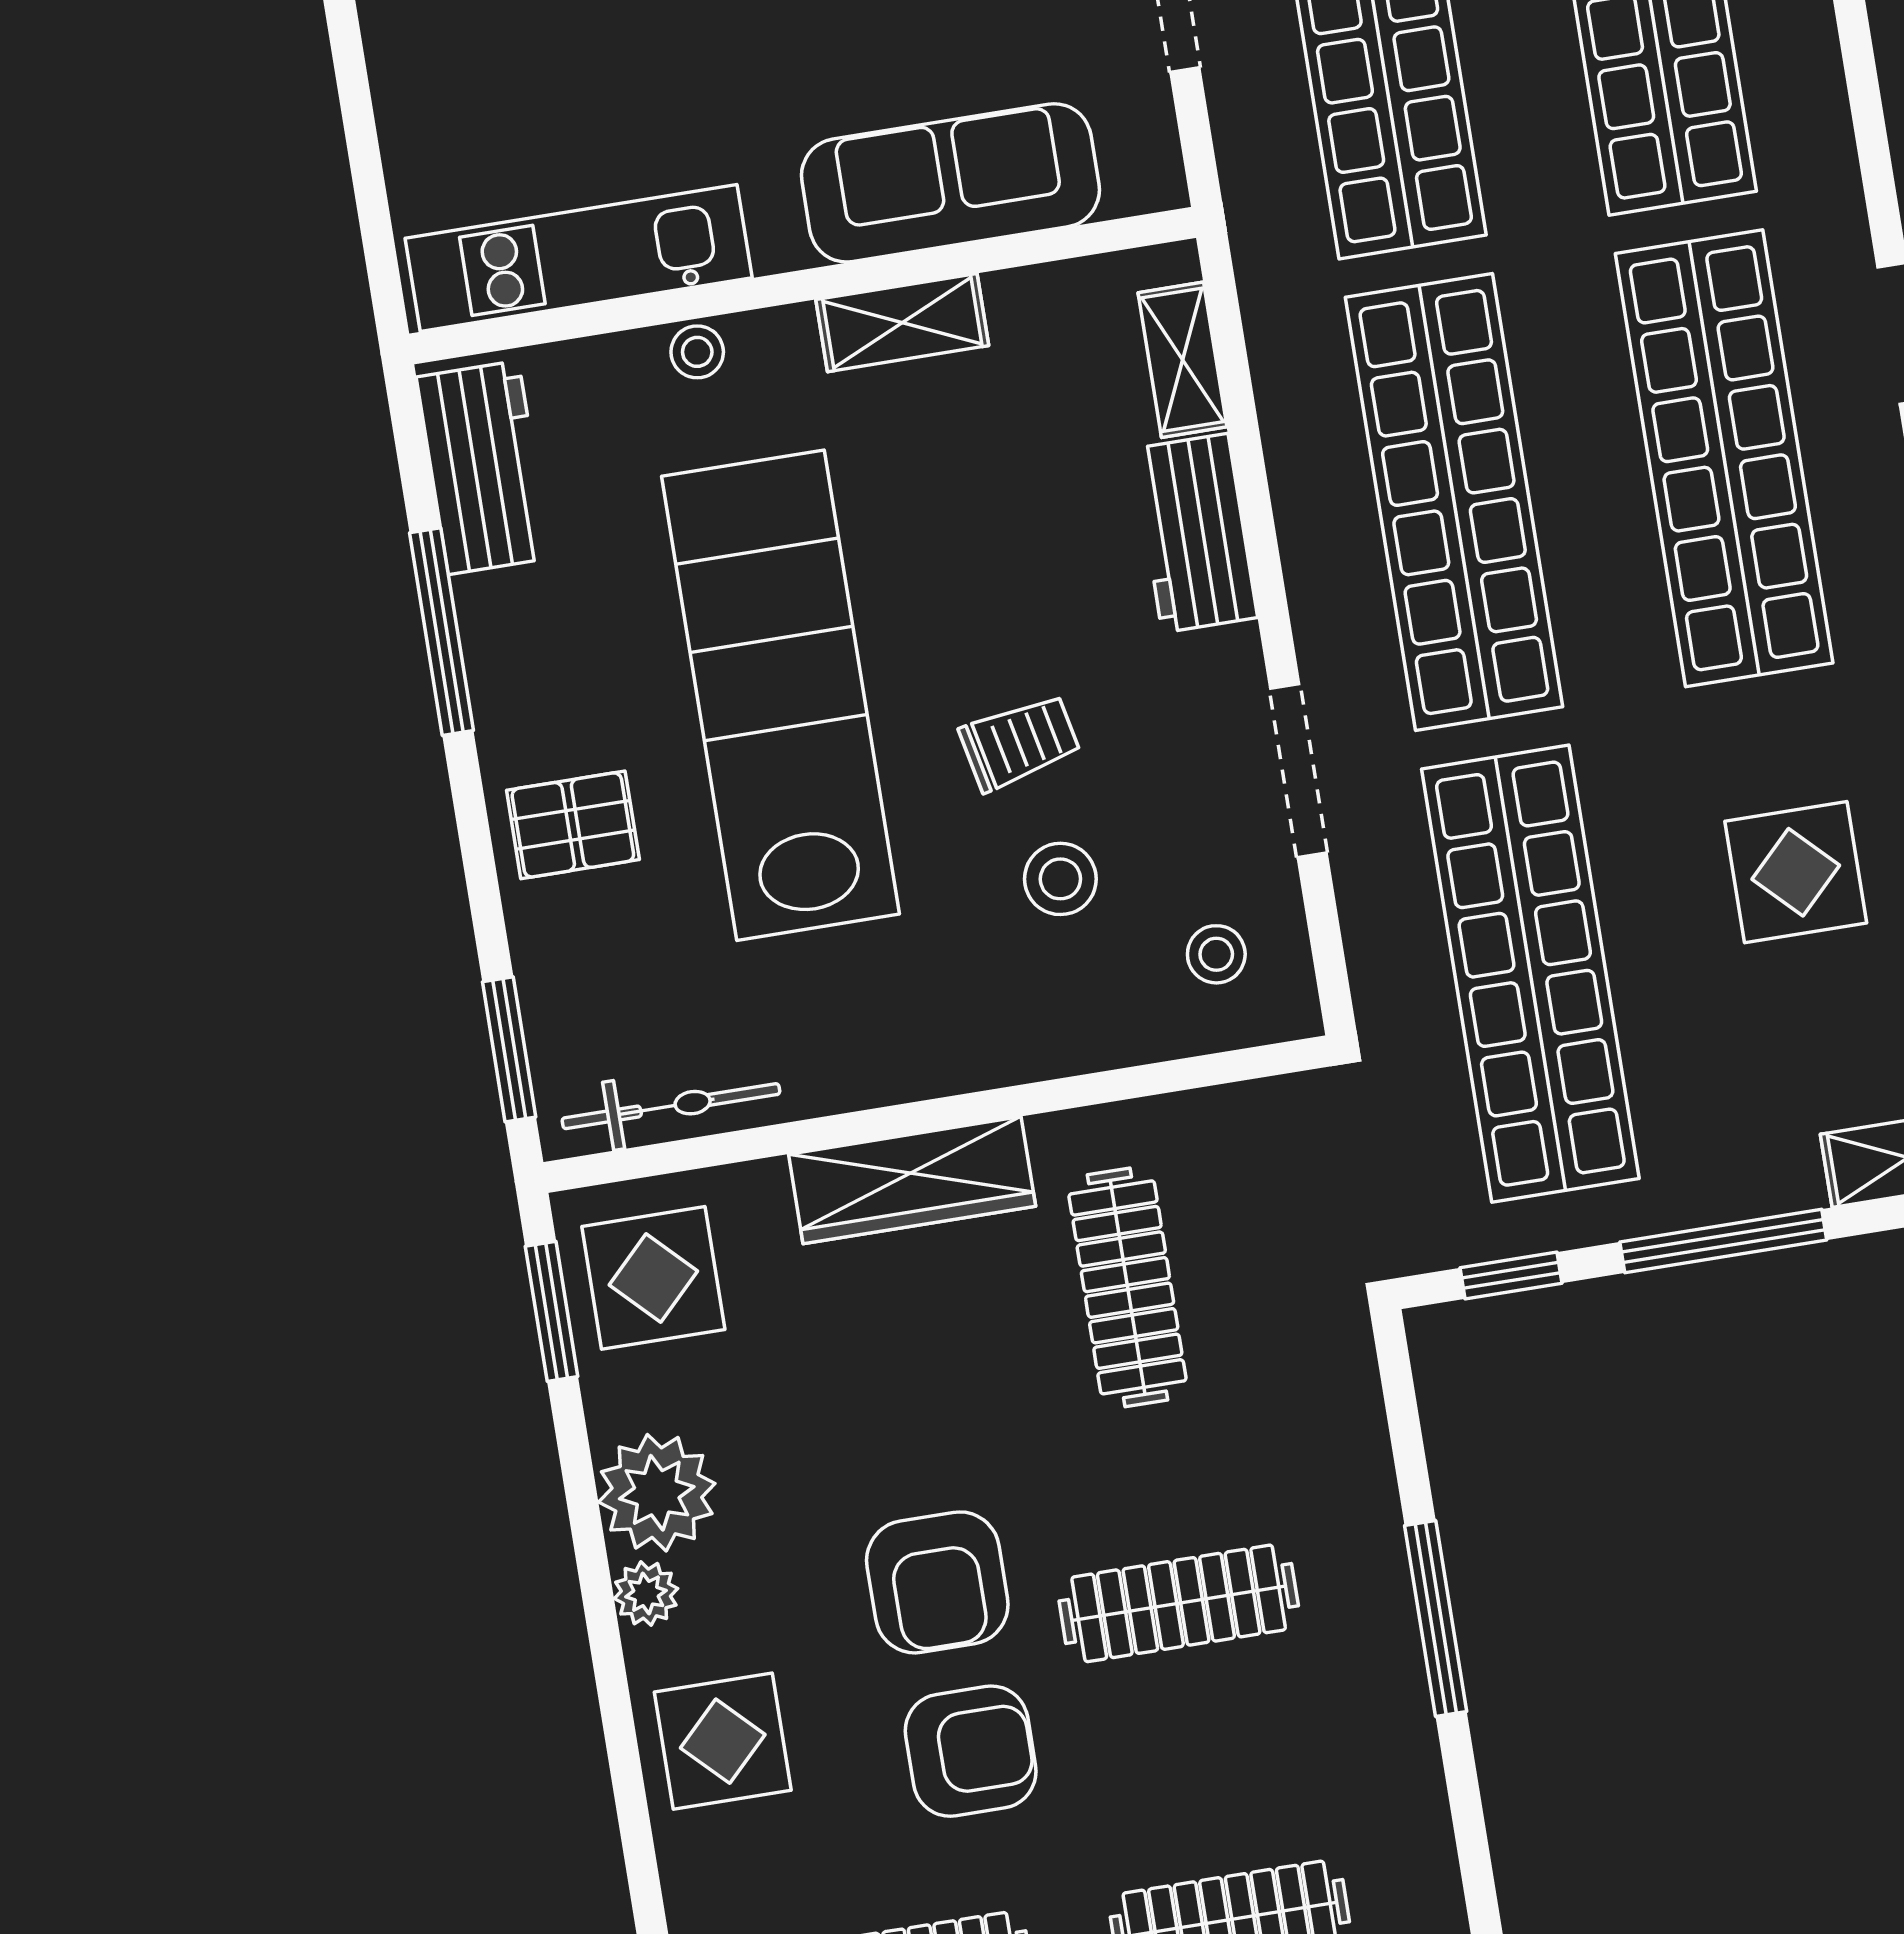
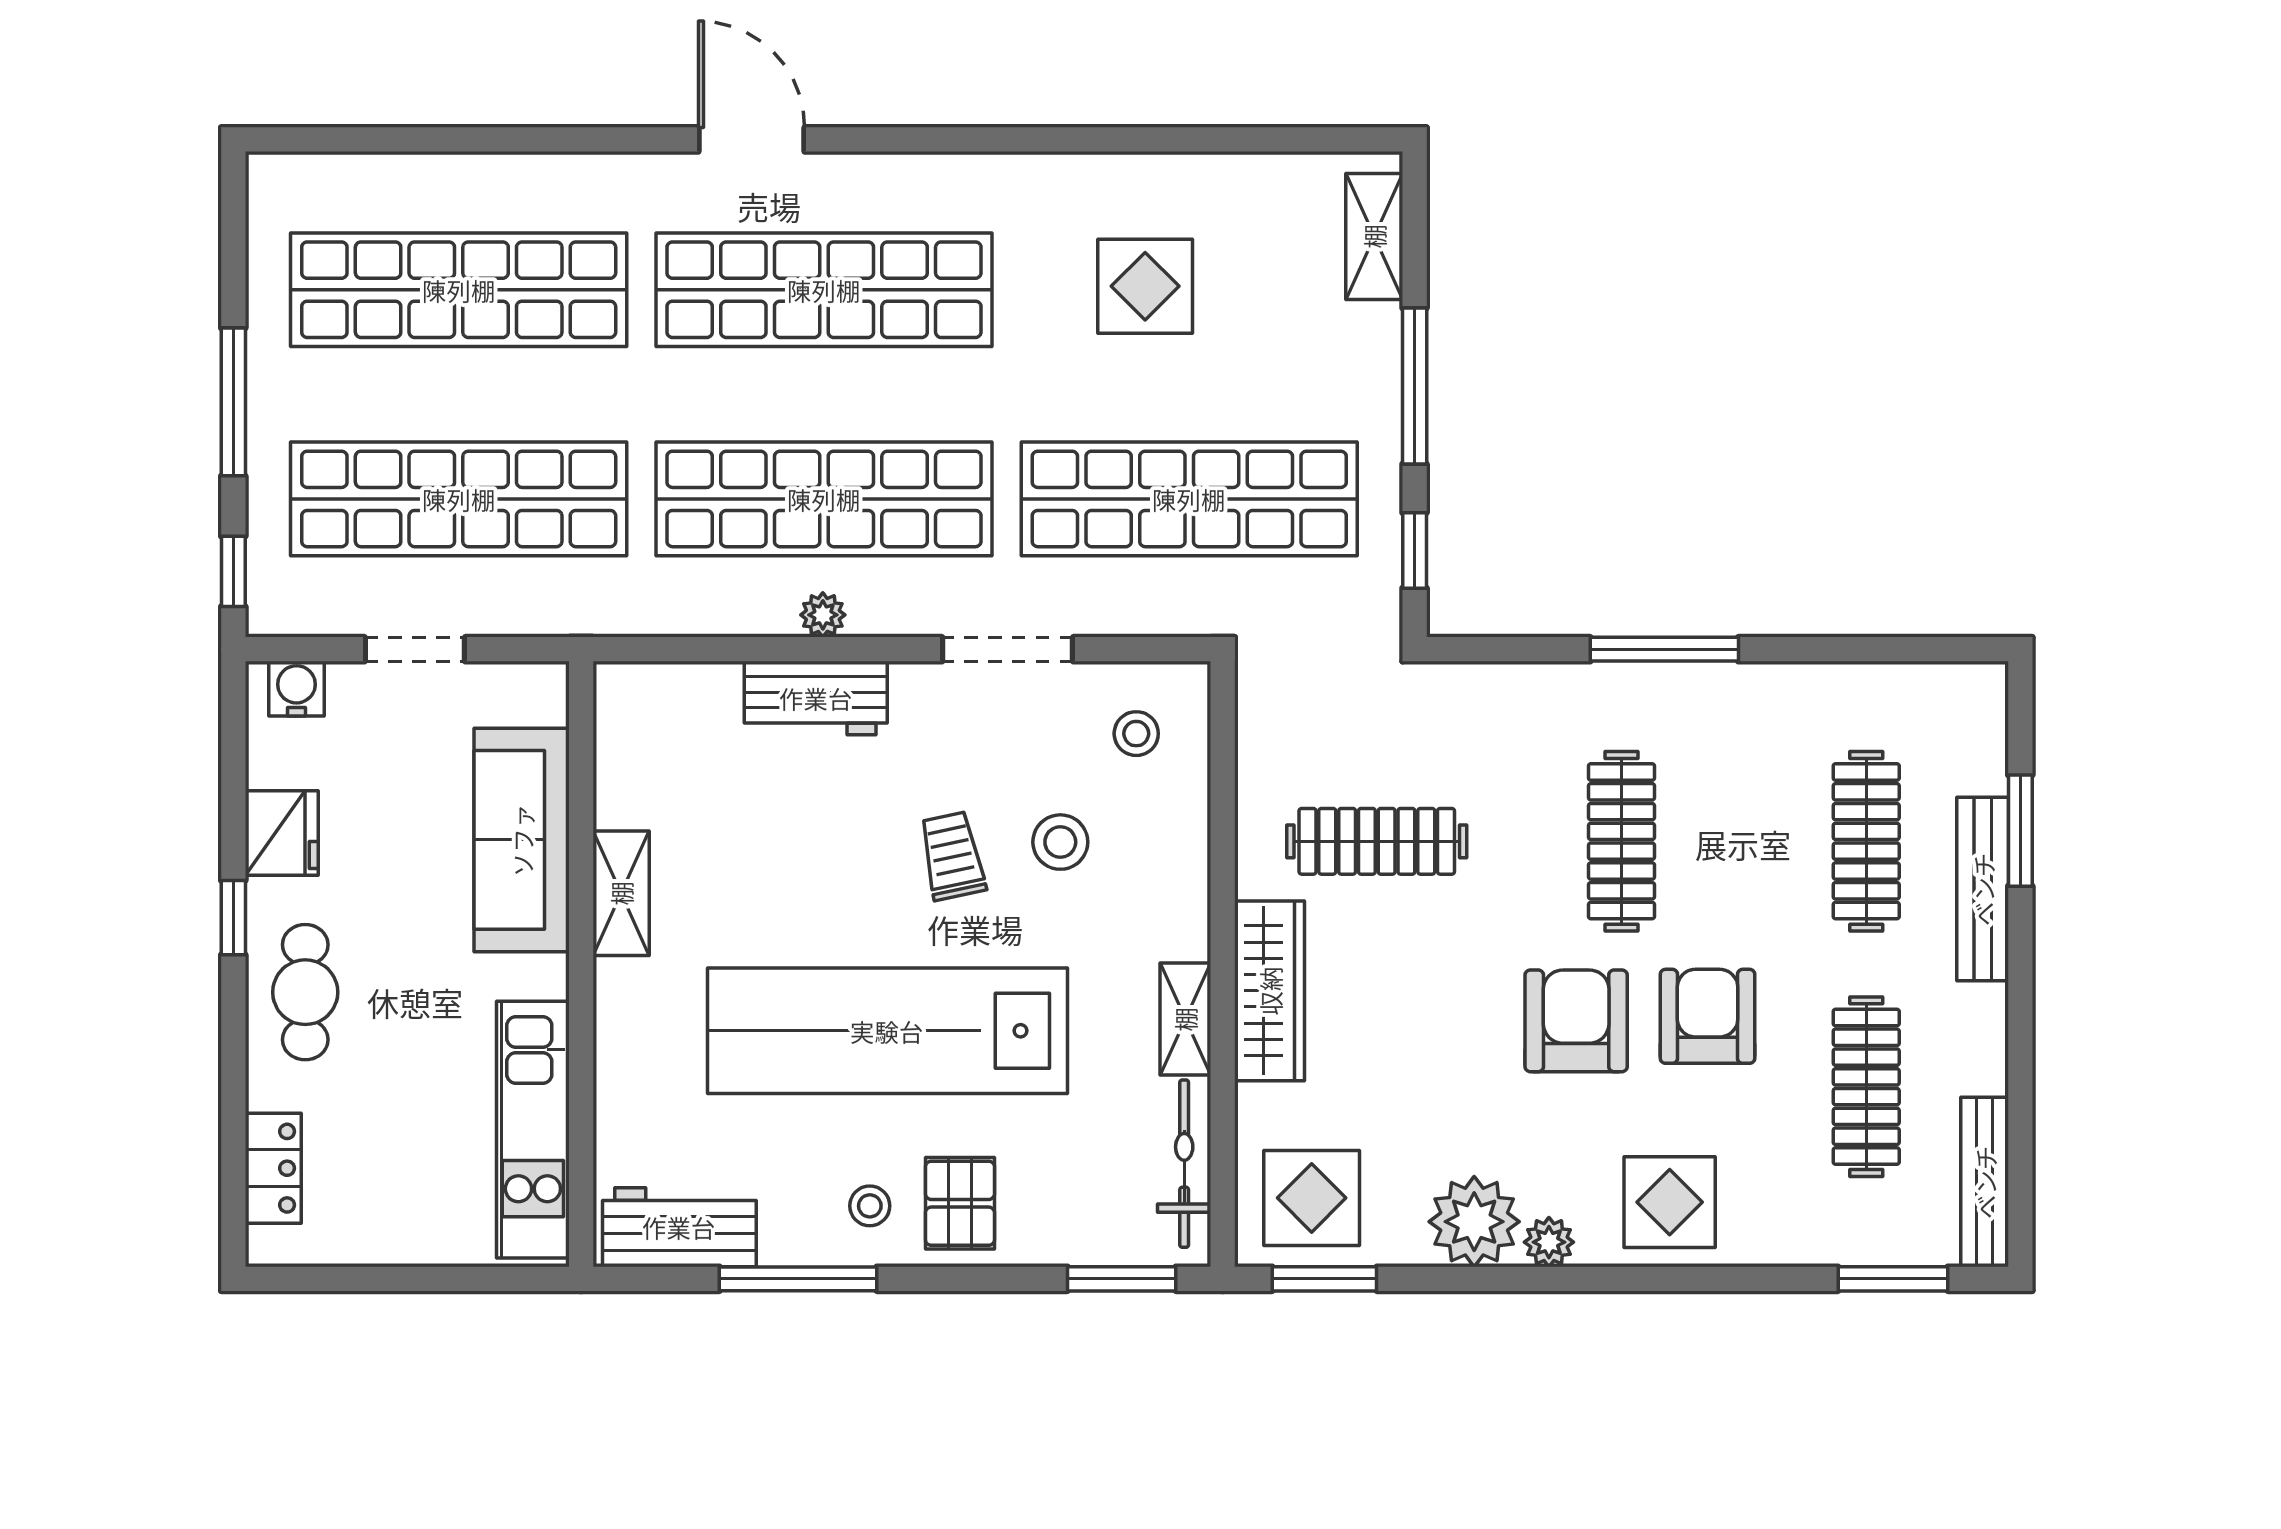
stool: (697, 352) -> (870, 1206), moved
shelving: (1182, 360) -> (1185, 1019), moved, turned 90
plant: (1304, 525) -> (823, 615), added
armchair: (937, 1582) -> (1576, 1021), turned -90

